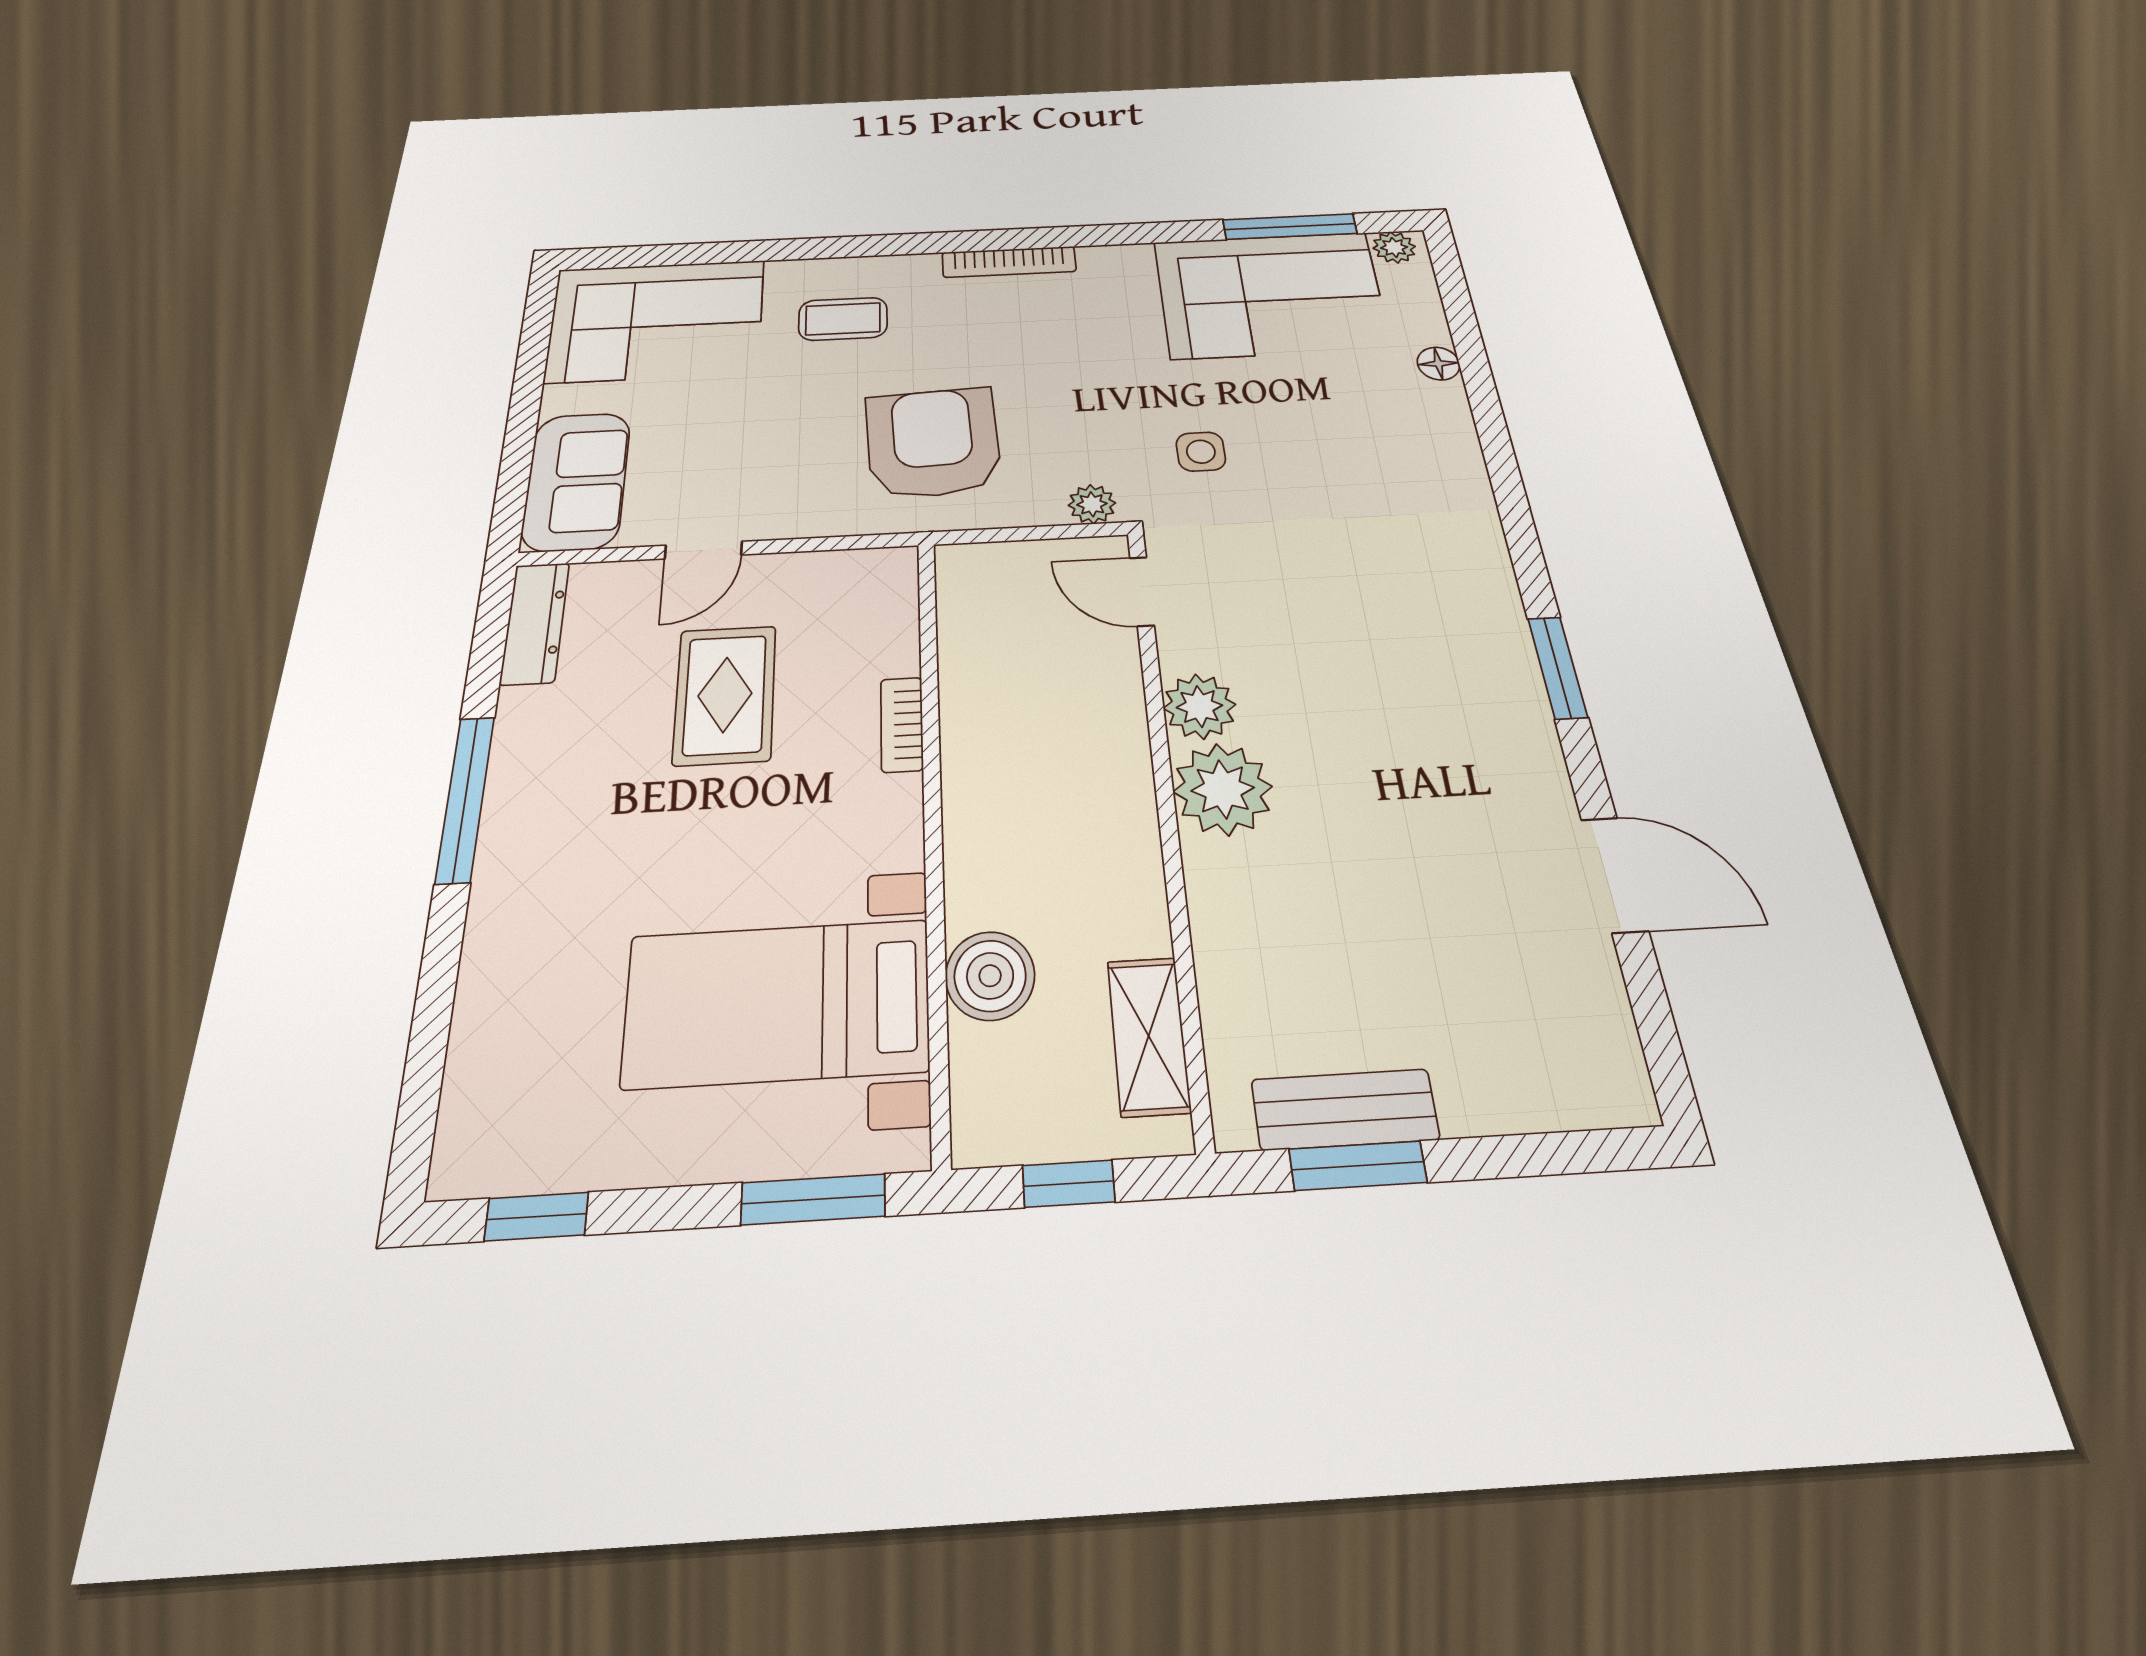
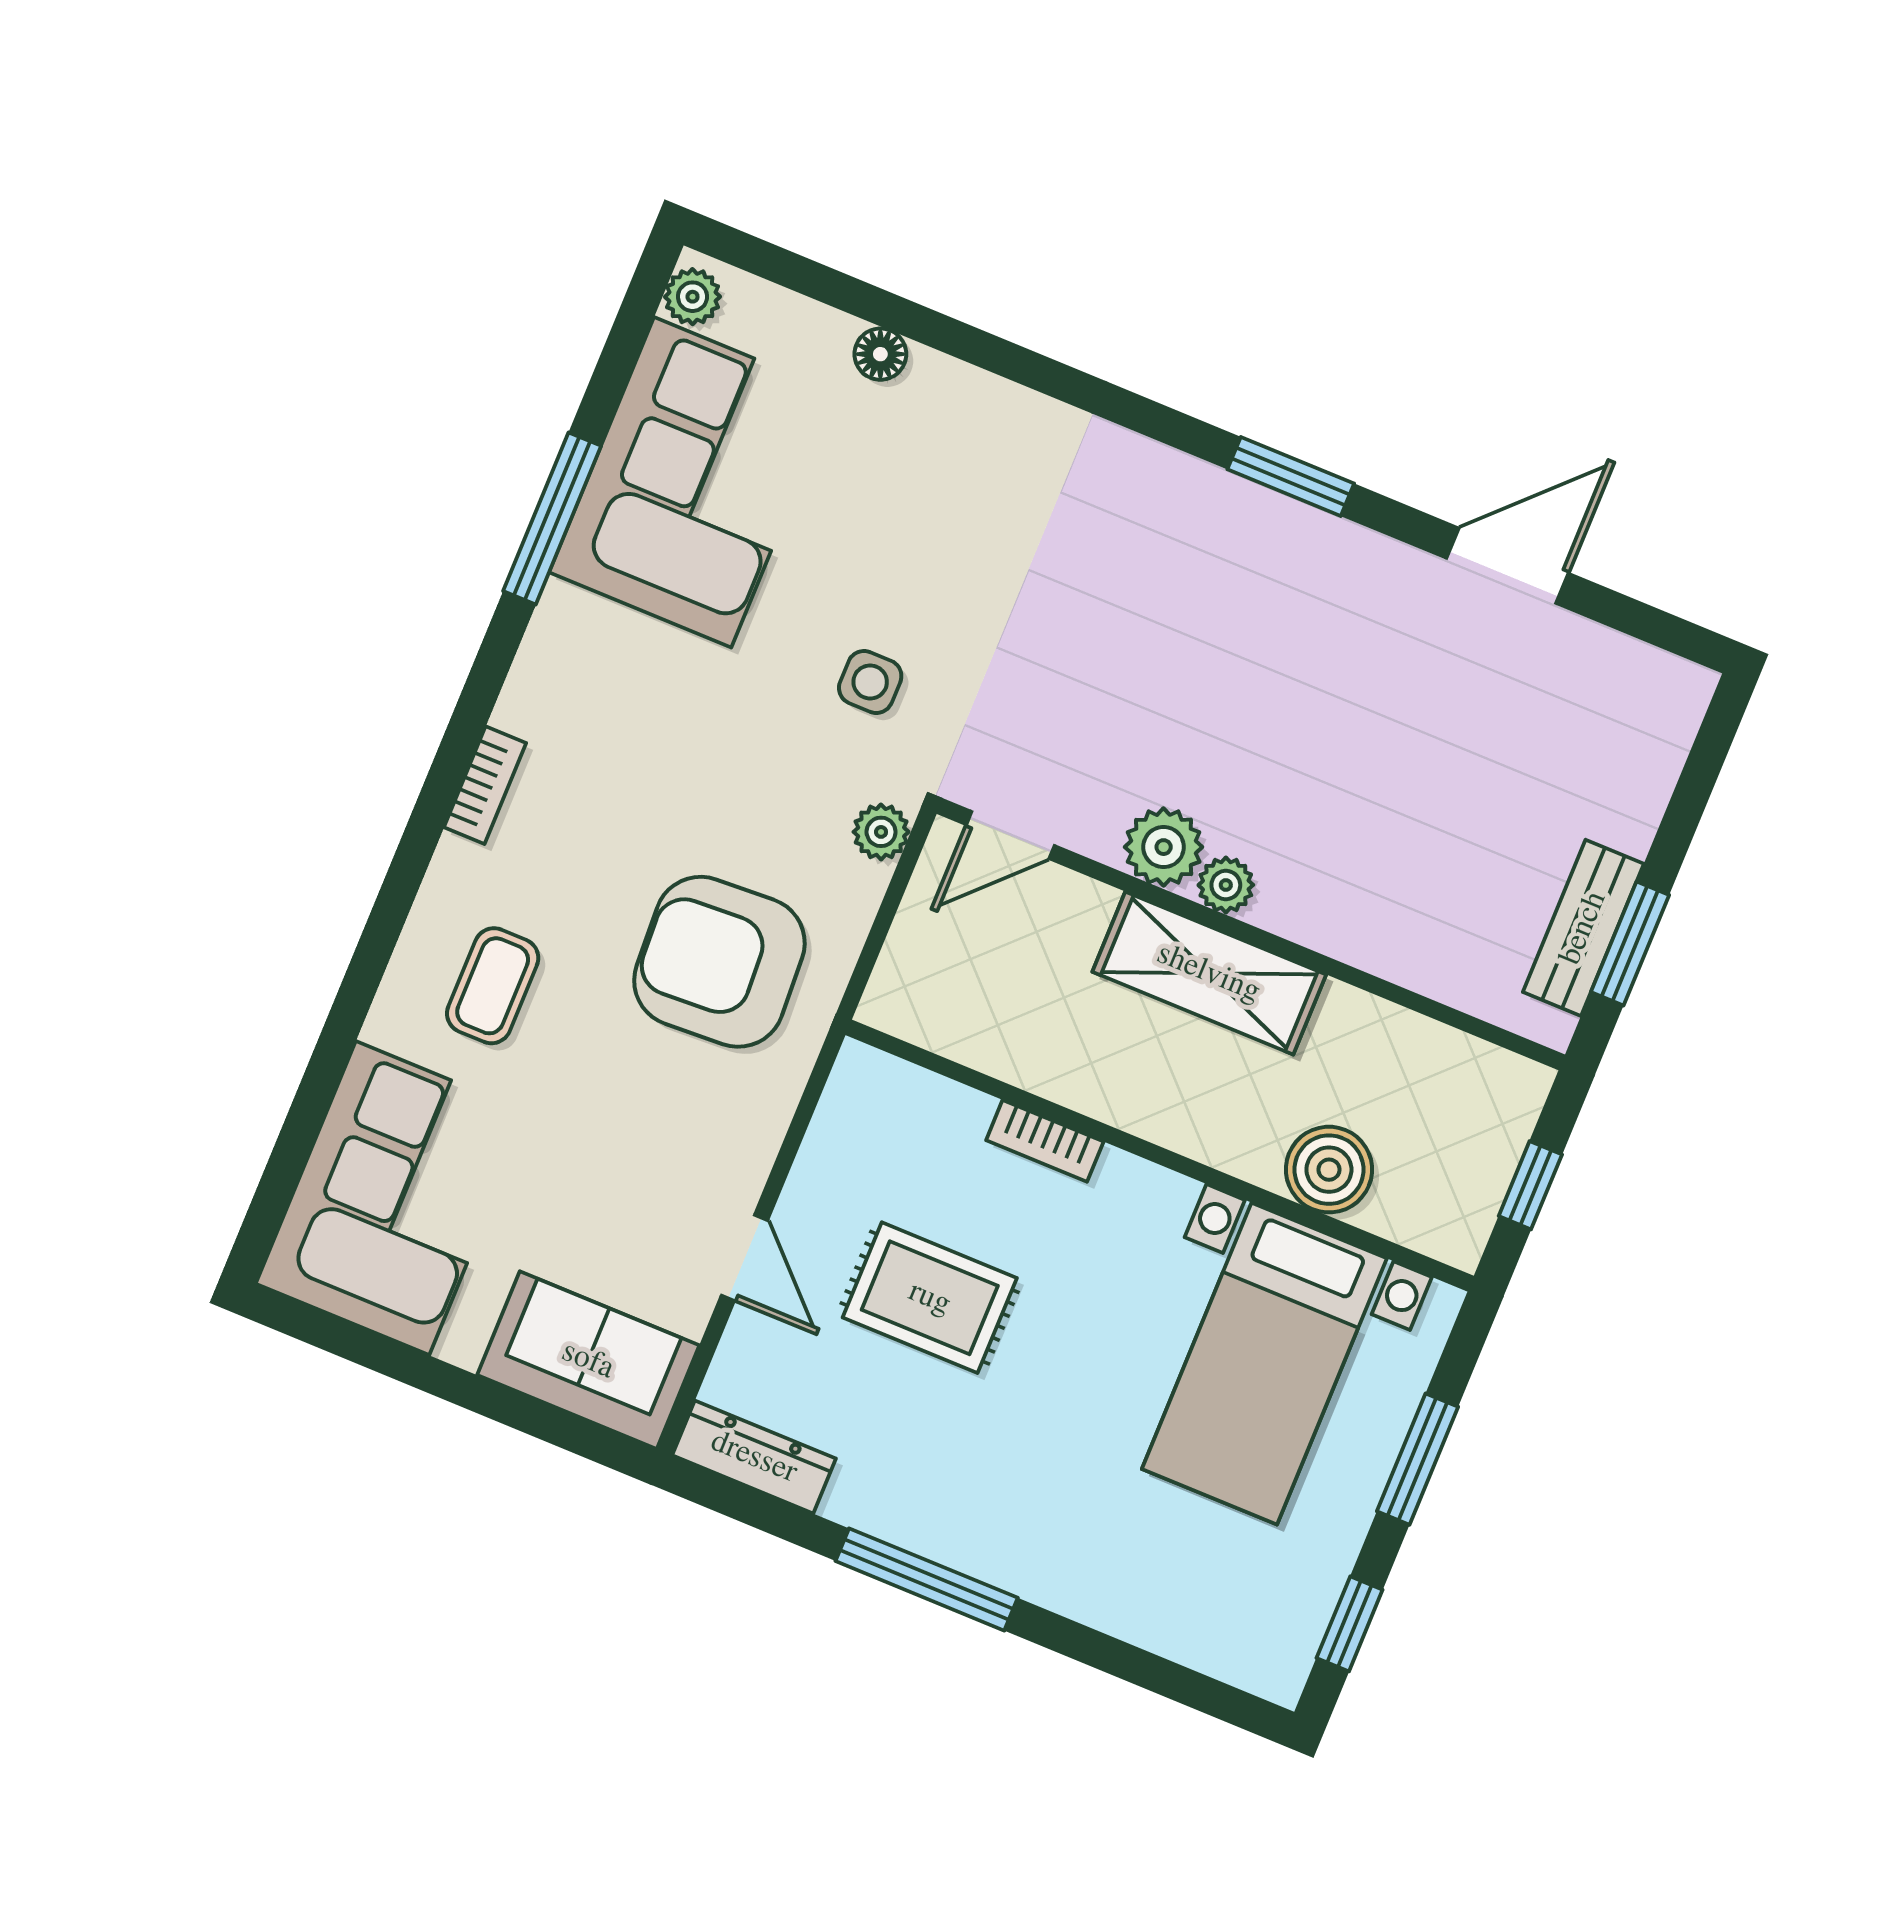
window: (1290, 227) -> (552, 518), moved
bookcase: (1009, 262) -> (485, 785), width x0.64
plant: (1223, 789) -> (1226, 885), width x0.53, depth x0.53
shelving: (1149, 1036) -> (1209, 973), moved, width x1.50, depth x1.33
window: (813, 1199) -> (1417, 1459), moved

